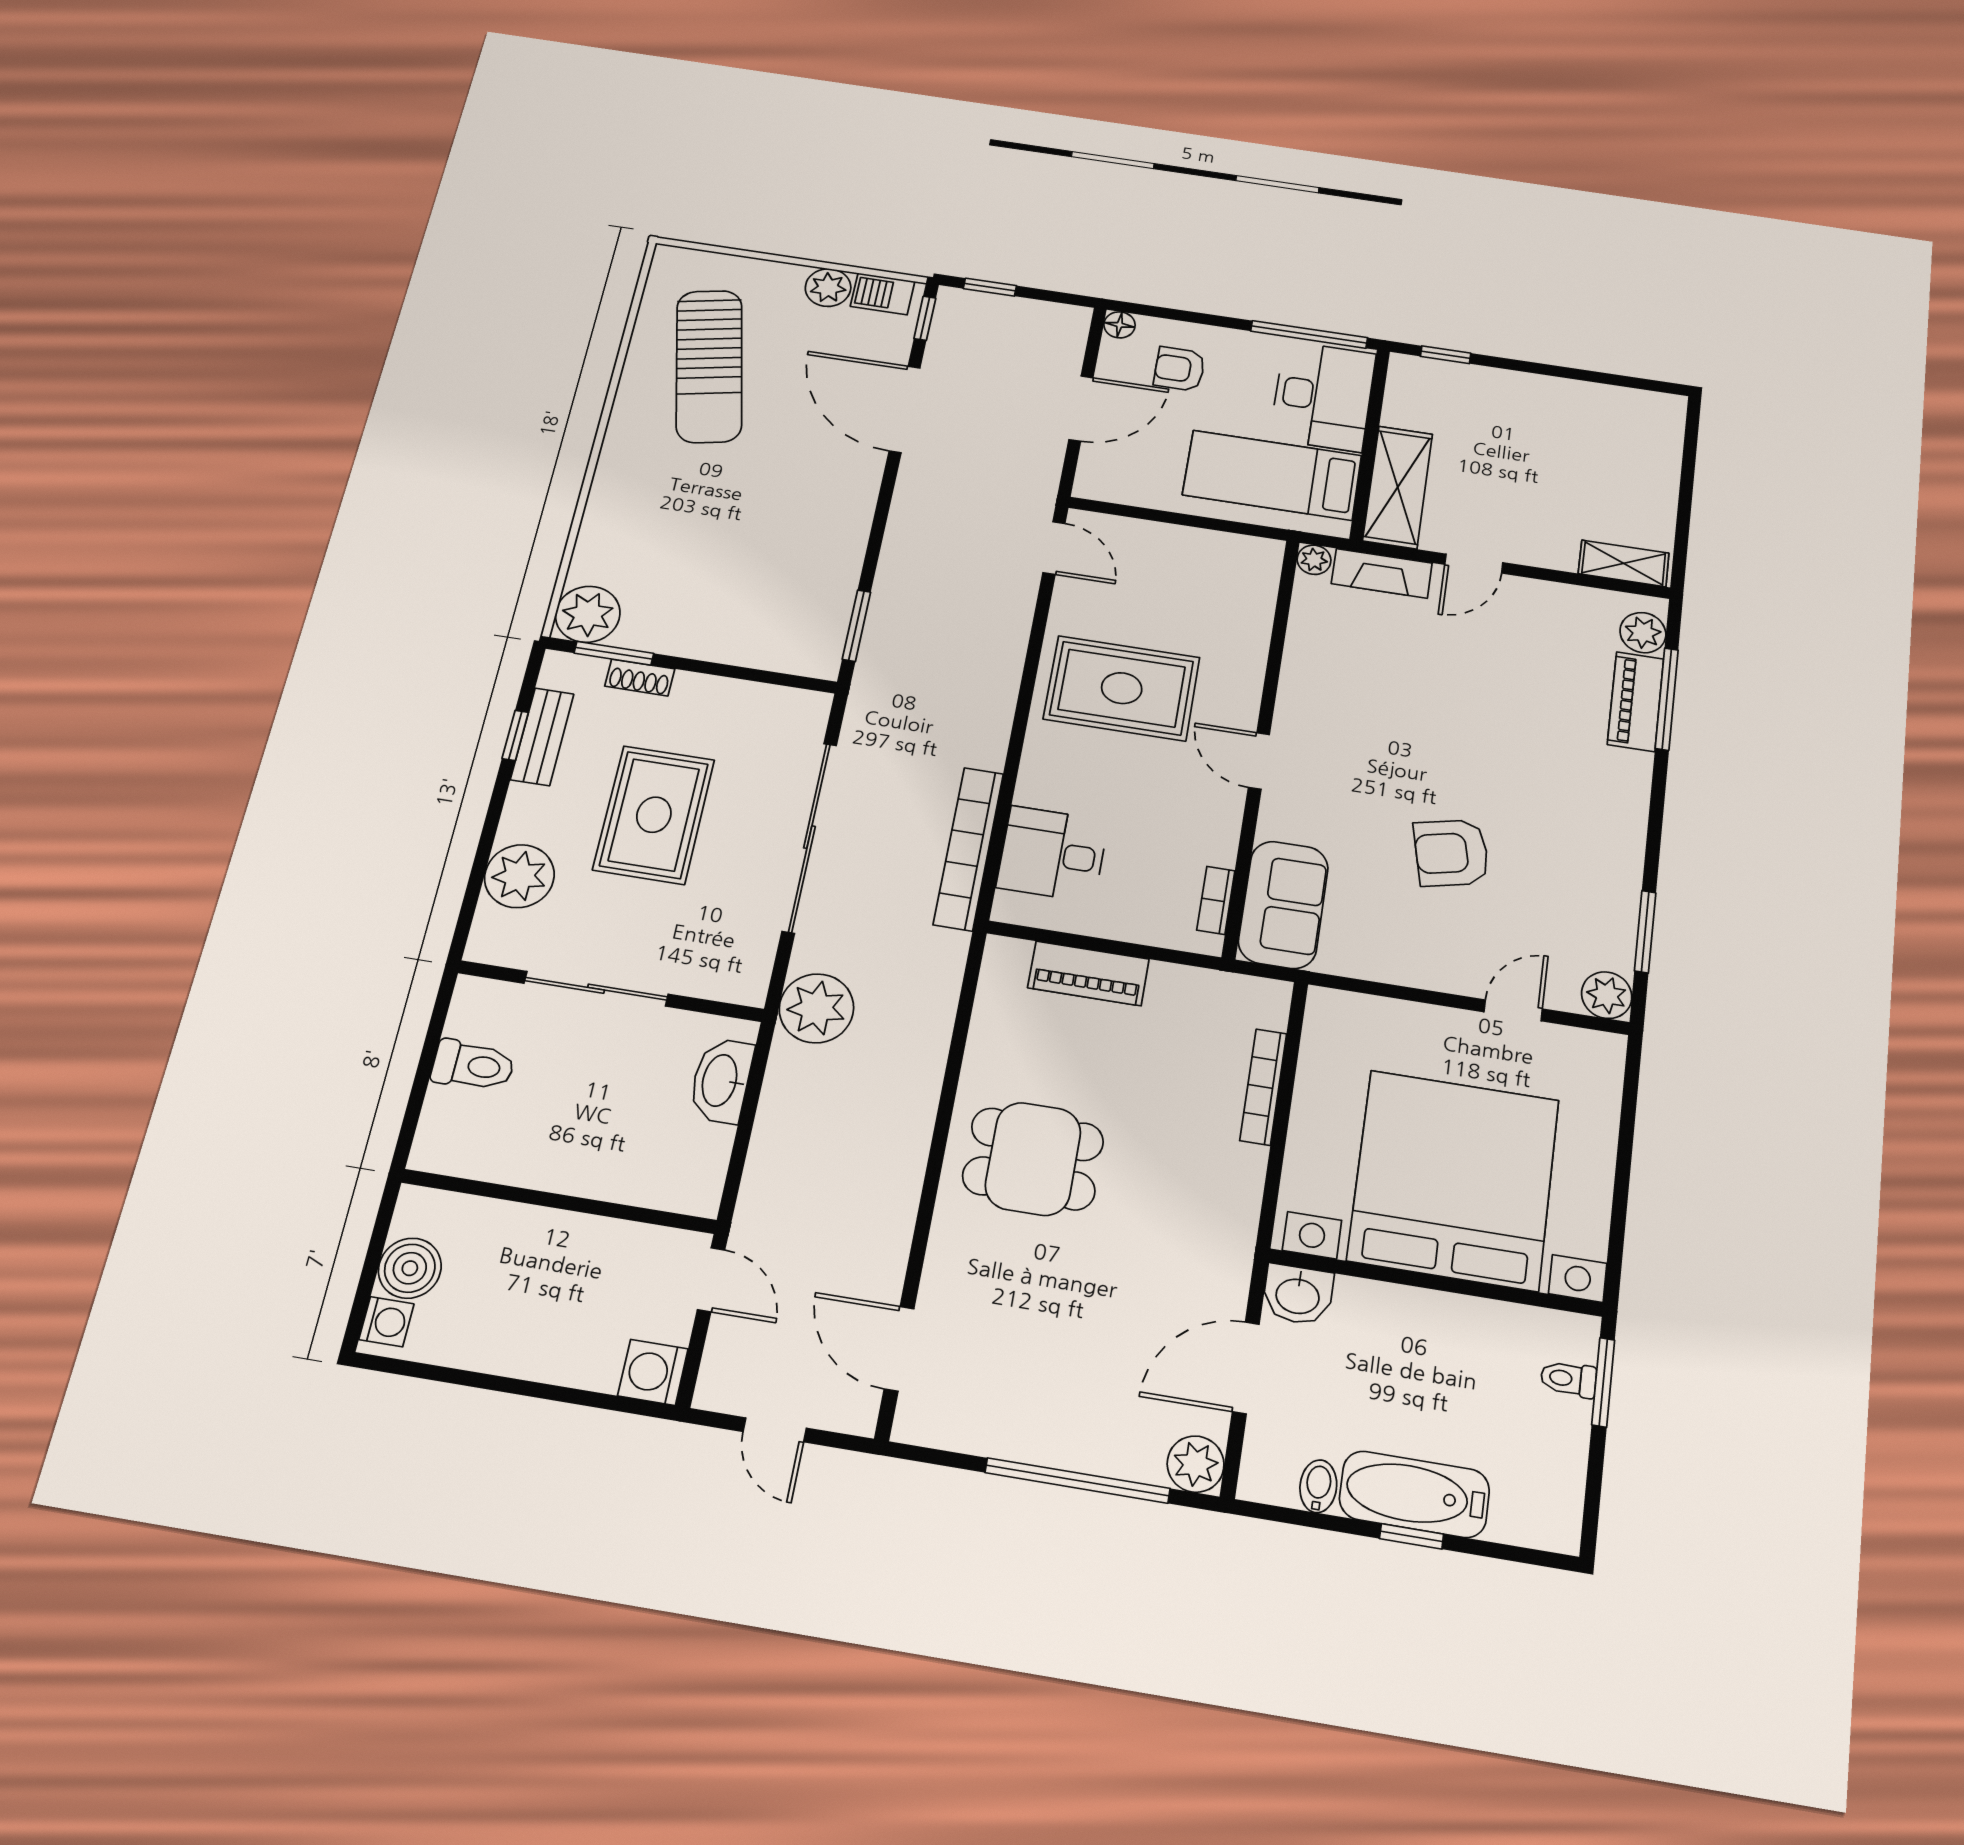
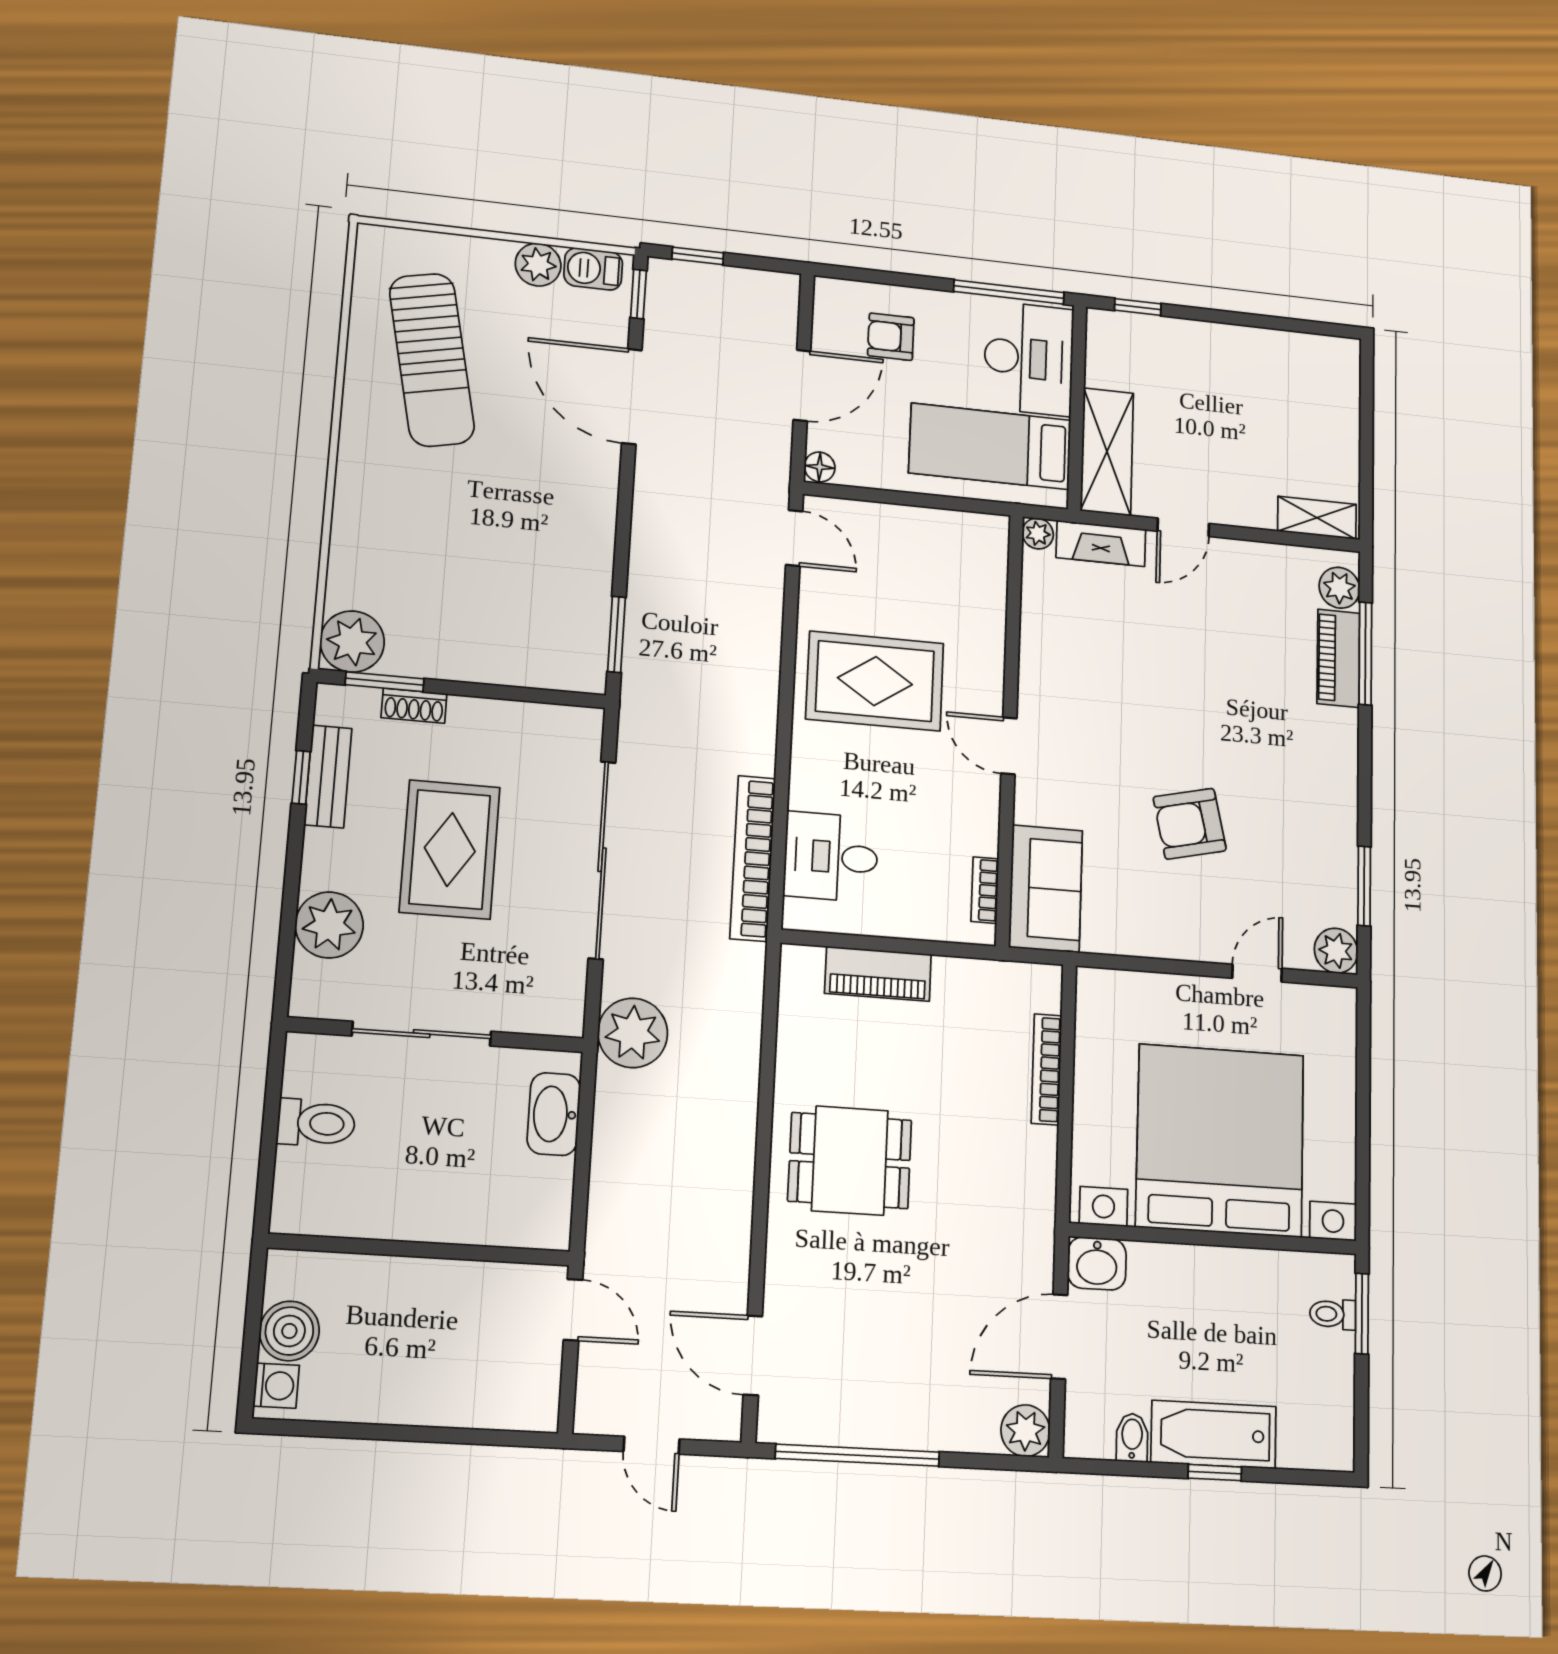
floor lamp: (1120, 325) -> (820, 467), moved
washing machine: (653, 1372) -> (533, 1405), removed
window: (1077, 1480) -> (858, 1455), moved

